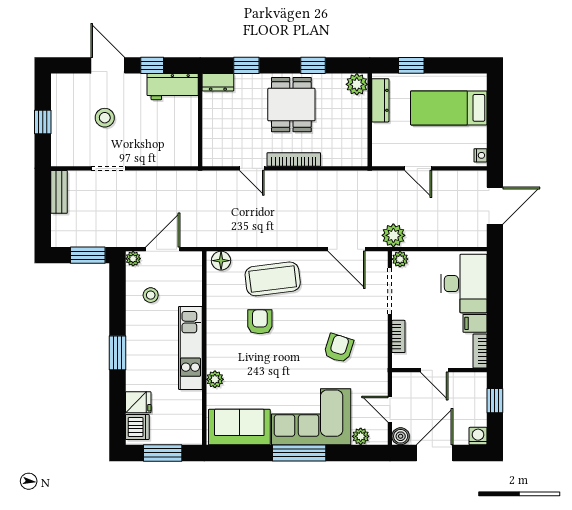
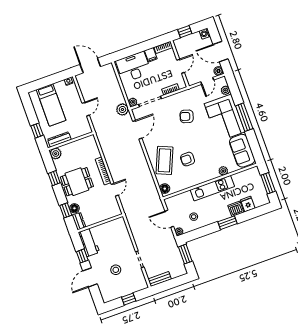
floor lamp: (244, 83) -> (74, 208), added
coffee table: (273, 279) -> (165, 160), turned 30
dishwasher: (137, 427) -> (236, 209), moved

